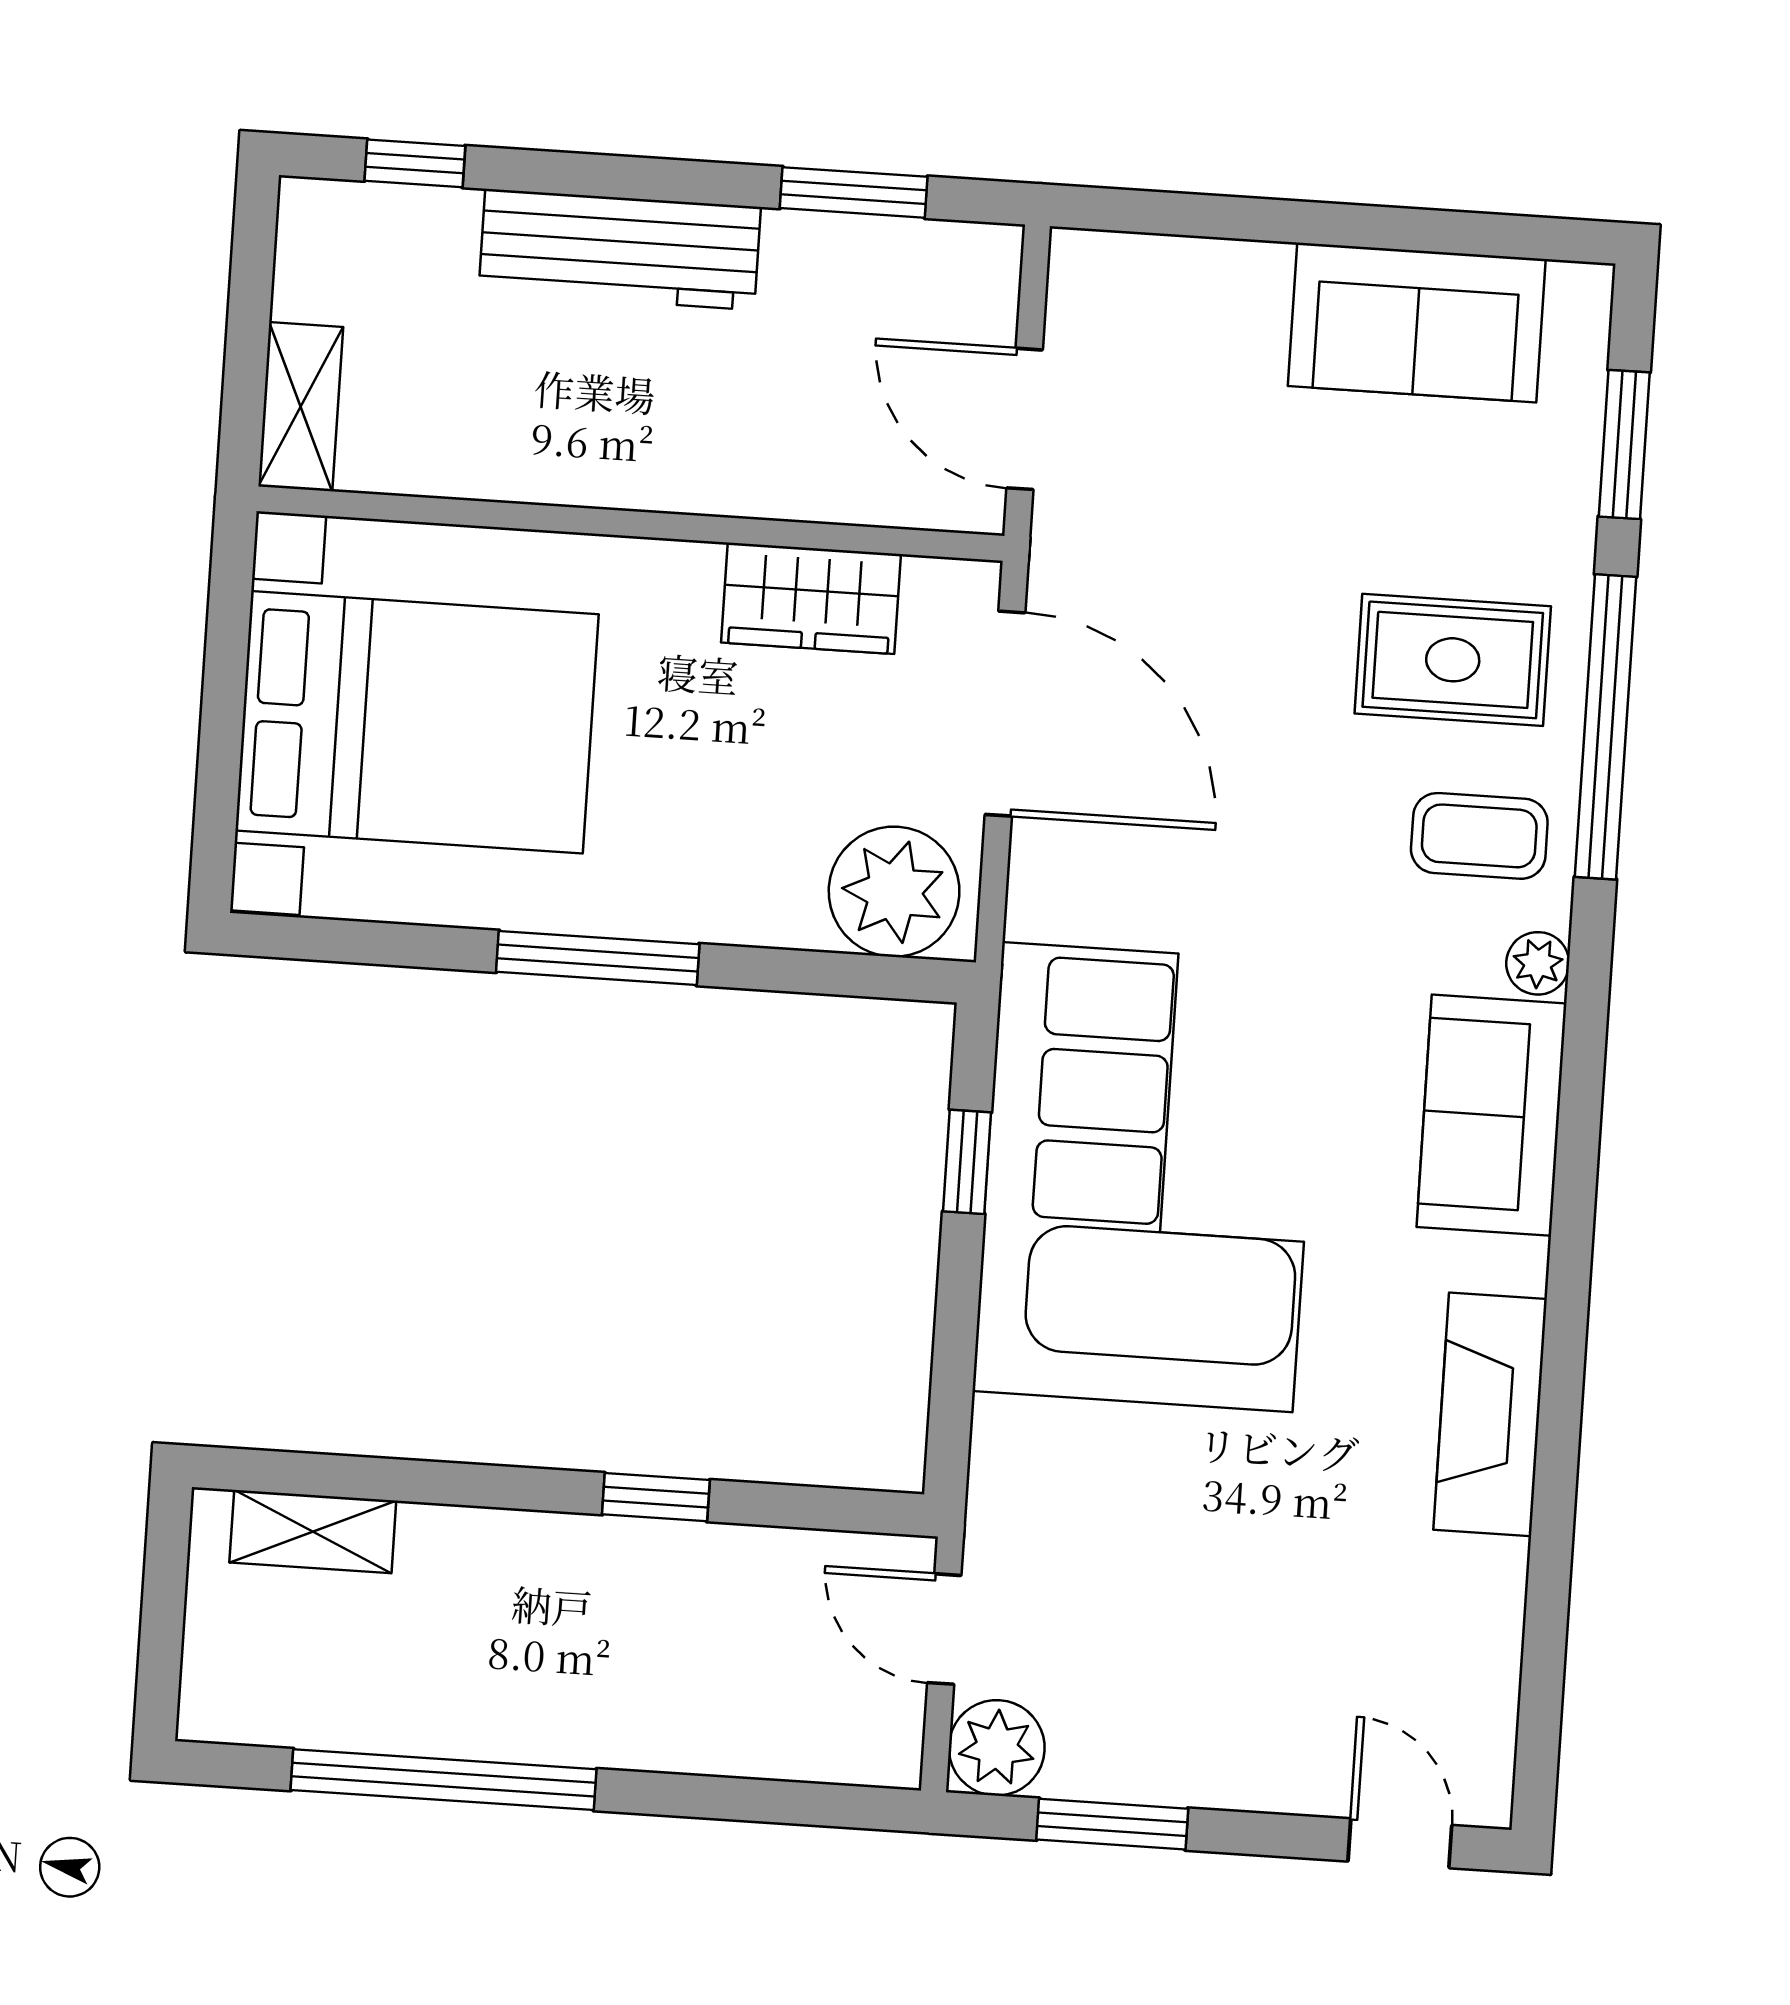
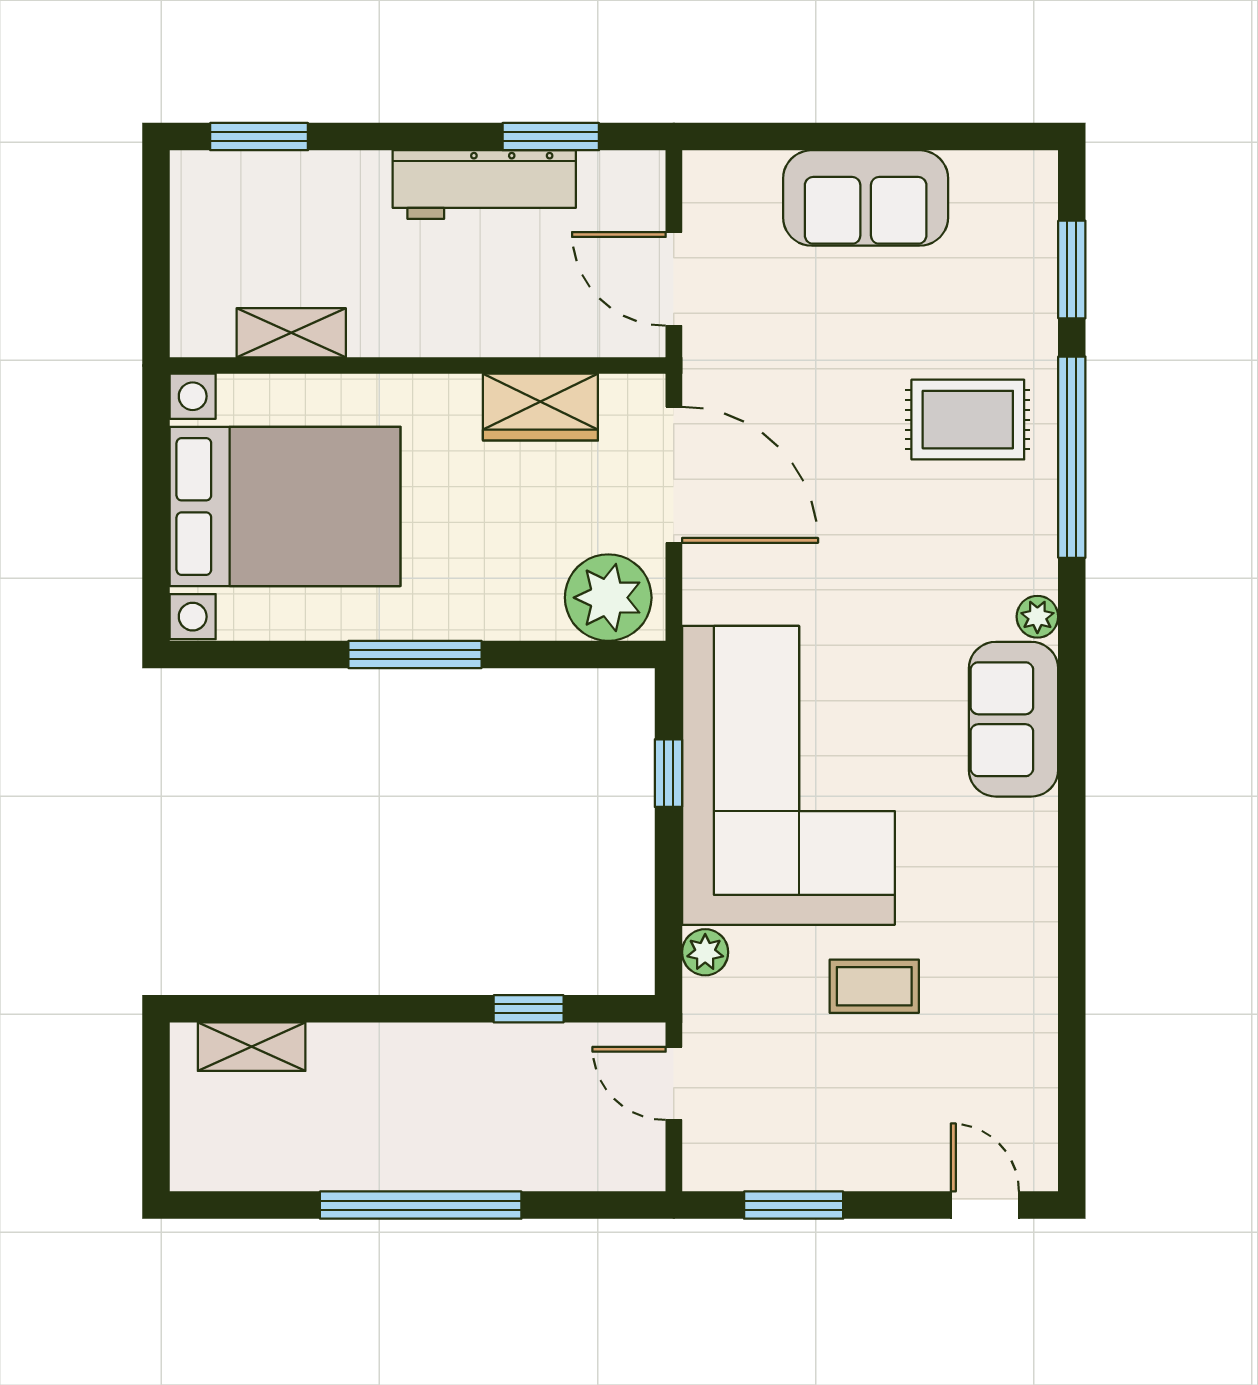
window: (415, 163) -> (259, 137), width x1.50
workbench: (620, 249) -> (484, 185), moved
sofa: (1417, 323) -> (866, 198), moved
shelving: (301, 407) -> (291, 333), moved, turned 90
coffee table: (1479, 836) -> (874, 986), moved
fireplace: (1490, 1414) -> (1026, 917), removed
window: (656, 1497) -> (529, 1009), moved
plant: (997, 1748) -> (705, 952), moved, width x0.73, depth x0.73
window: (444, 1780) -> (421, 1205), moved

